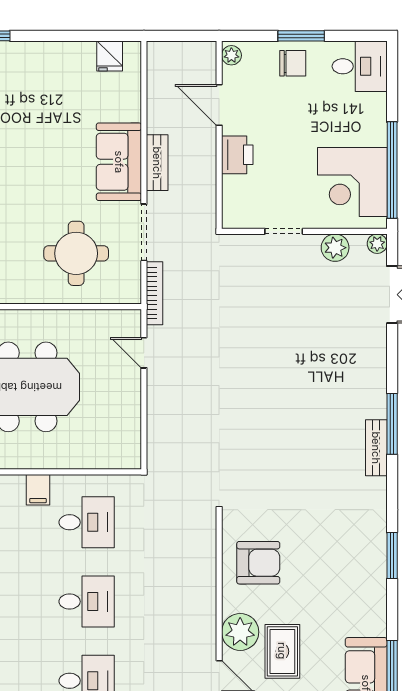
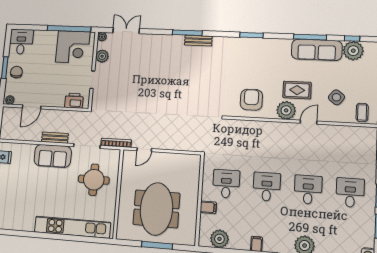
printer: (237, 155) -> (74, 101), moved

